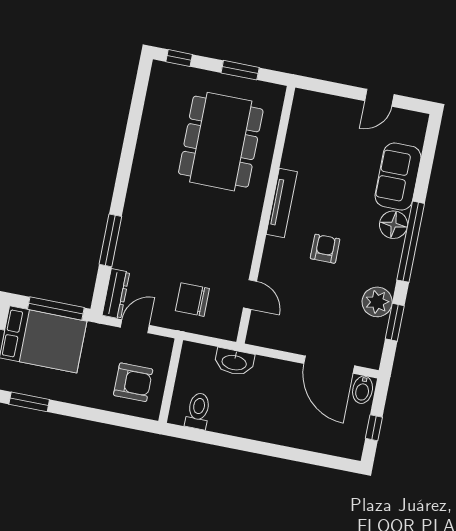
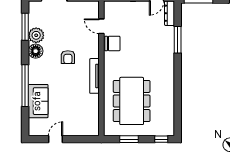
floor lamp: (393, 225) -> (36, 51), moved
window: (411, 242) -> (25, 86), moved
chair: (192, 300) -> (112, 43), moved
window: (395, 322) -> (25, 27), width x1.44

